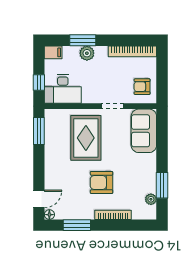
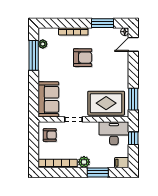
plant: (87, 53) -> (84, 162), moved
rug: (86, 138) -> (106, 103), moved, turned 90
window: (162, 185) -> (34, 55), width x1.44

